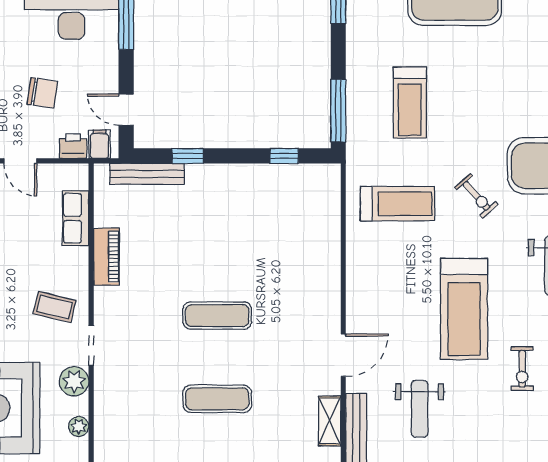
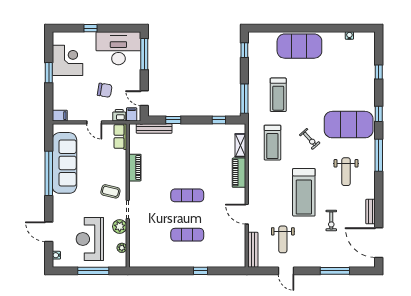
treadmill: (398, 204) -> (272, 143), turned 90
row of seats: (76, 218) -> (120, 137), moved
piano: (327, 268) -> (239, 173), added
door: (343, 355) -> (247, 214), swing flipped
shelving: (330, 421) -> (240, 145), moved

